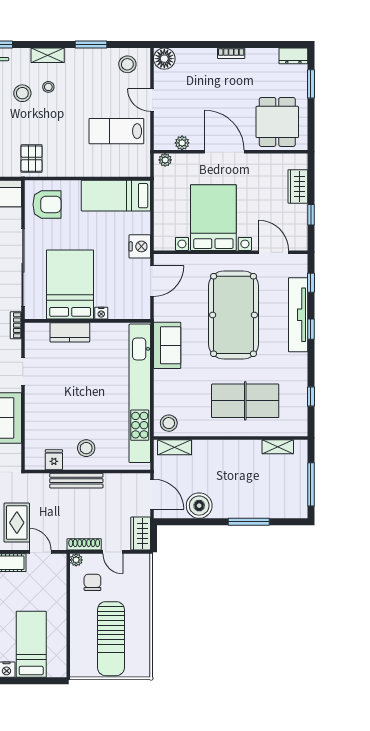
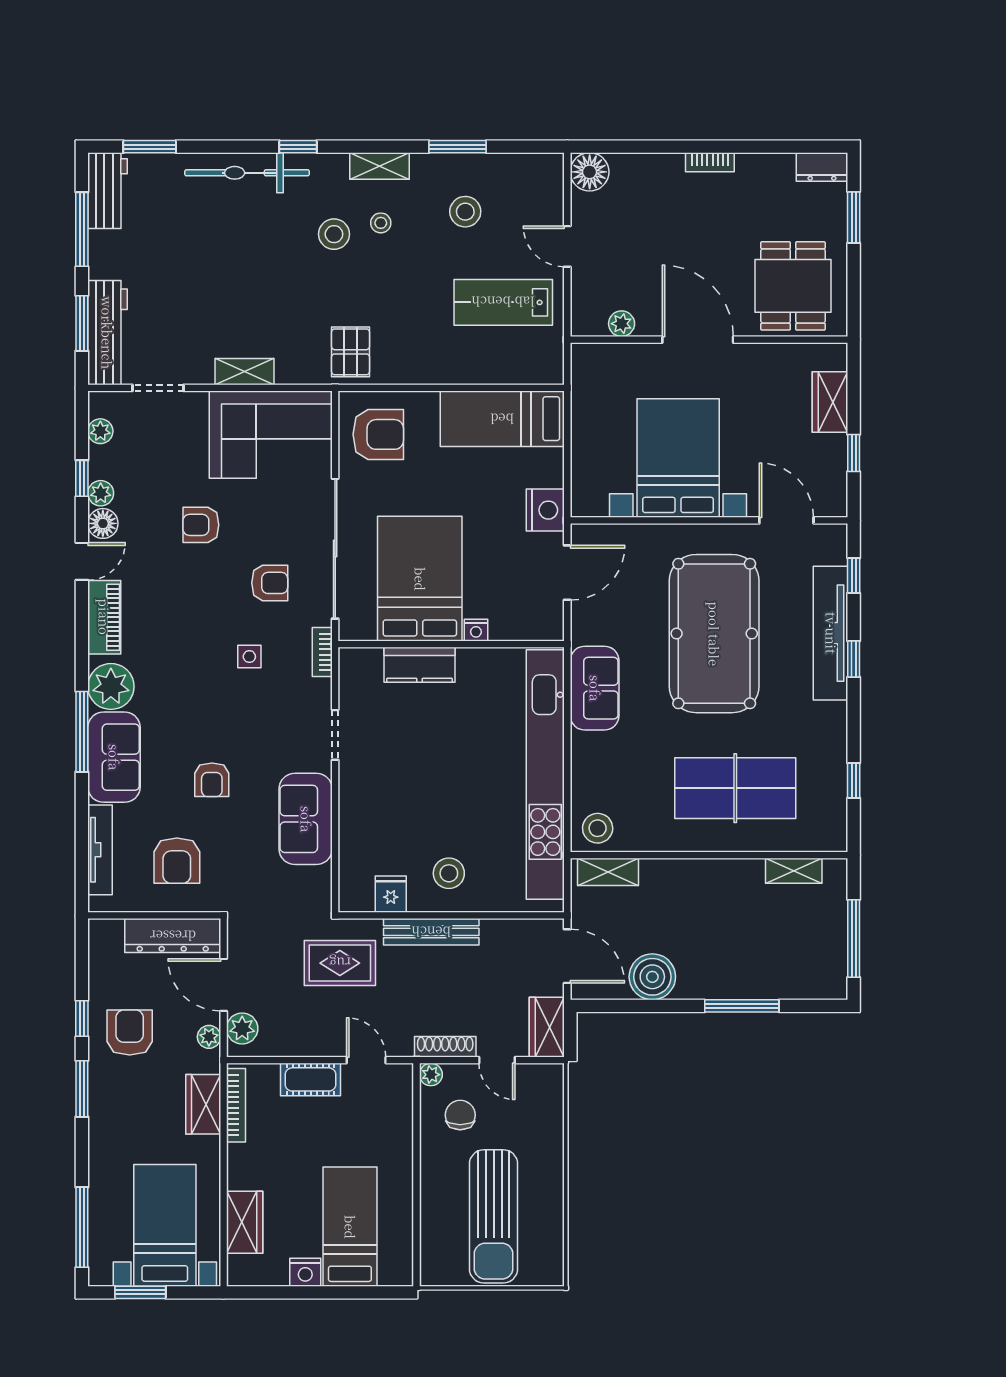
stool: (127, 64) -> (465, 212), moved
plant: (165, 160) -> (591, 354), removed
rug: (17, 523) -> (340, 963), moved, turned 90

